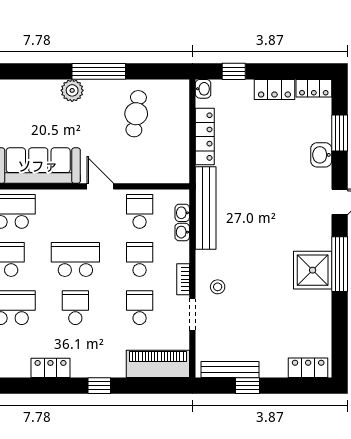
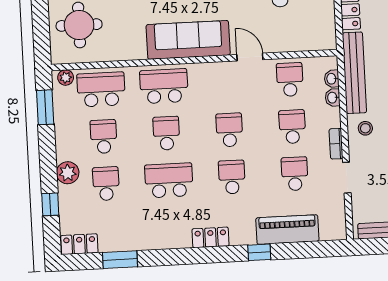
school desk: (75, 259) -> (229, 130), width x0.54
stool: (218, 287) -> (365, 128), moved
piano: (158, 364) -> (287, 230), moved

